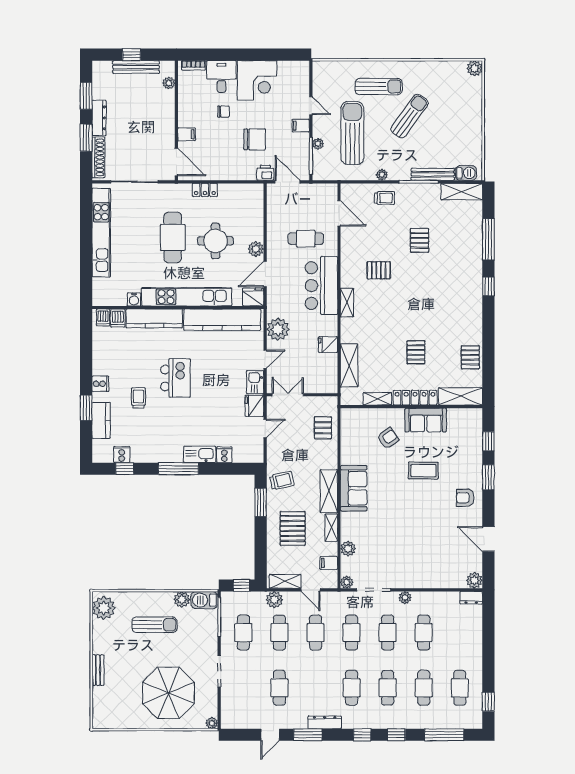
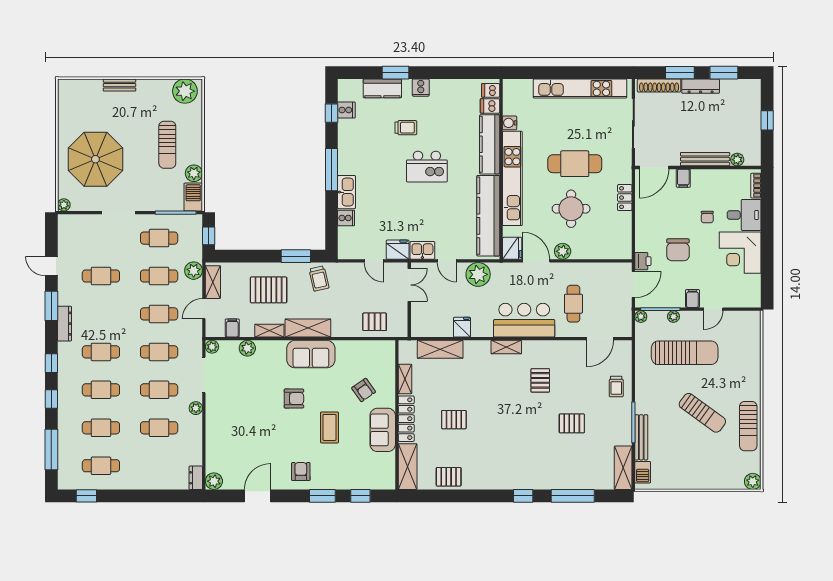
bench: (136, 67) -> (705, 159), moved, turned 90
sun lounger: (379, 87) -> (748, 426), moved
plant: (382, 175) -> (641, 317), moved
armchair: (396, 504) -> (294, 399), added

